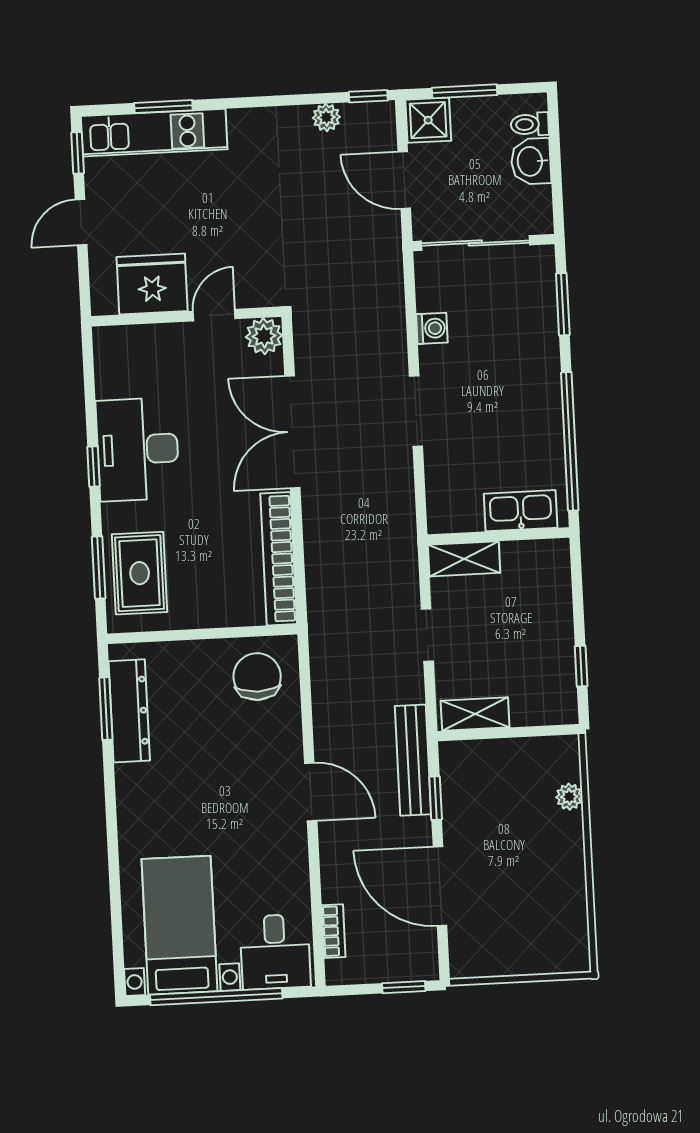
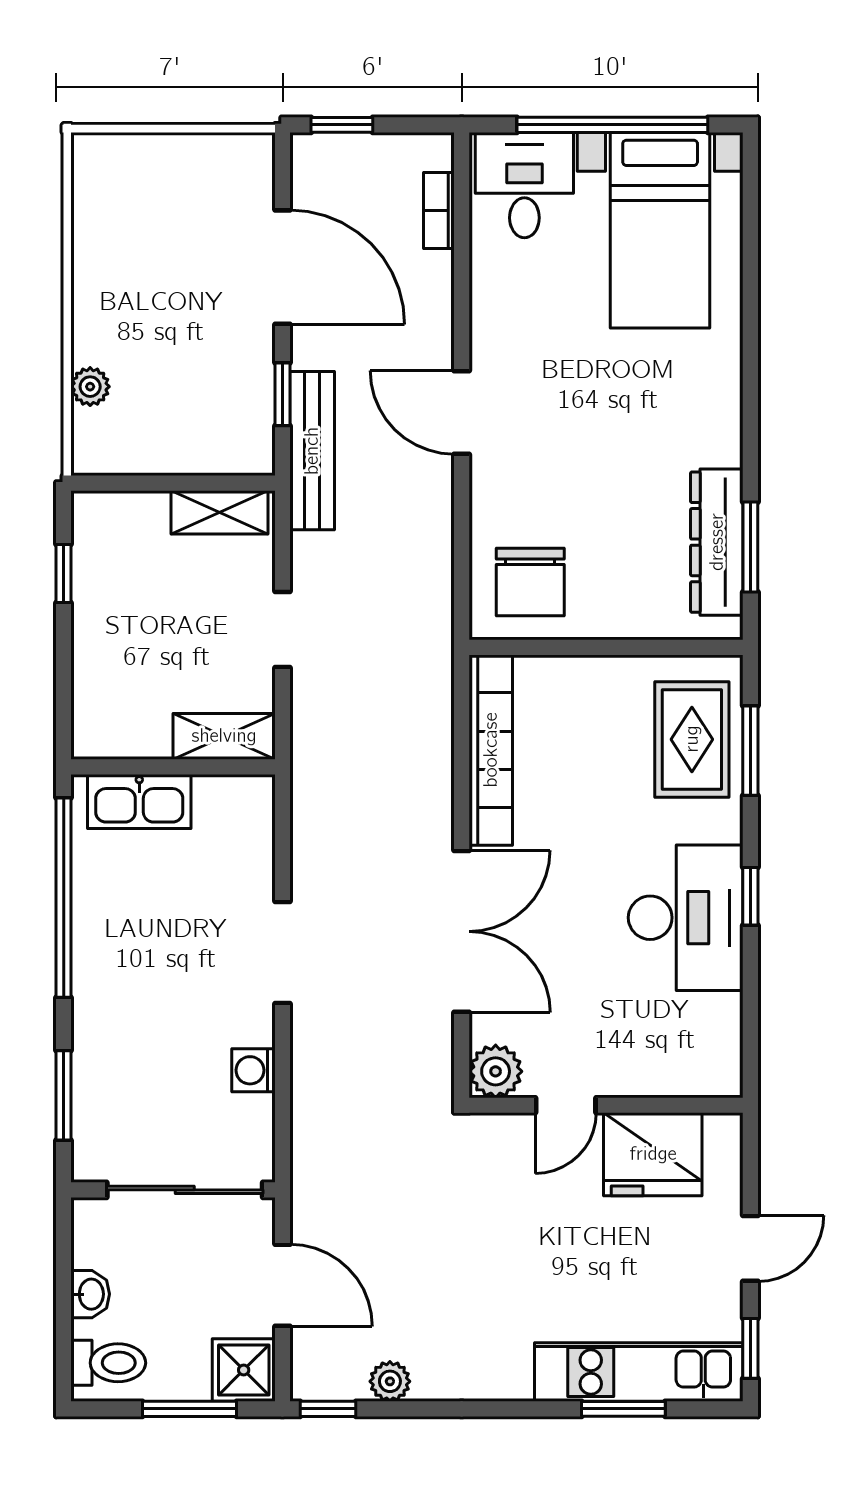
toilet: (530, 124) -> (108, 1363), width x1.37, depth x1.39
washbasin: (531, 161) -> (90, 1294), width x0.72, depth x0.69

